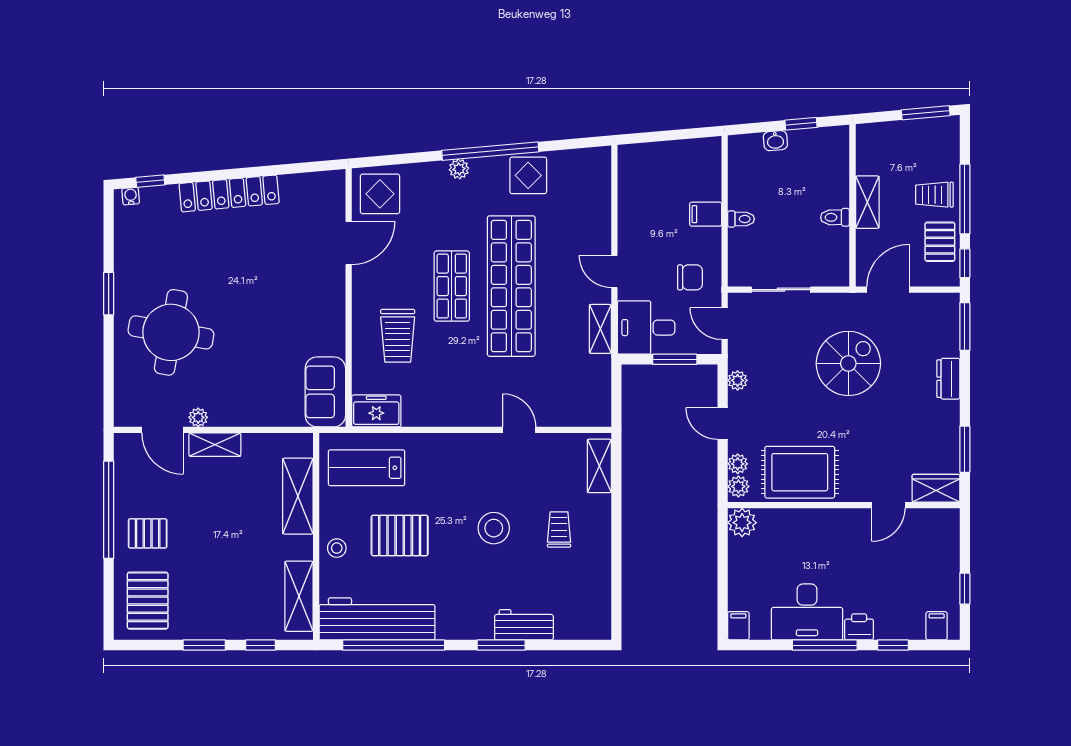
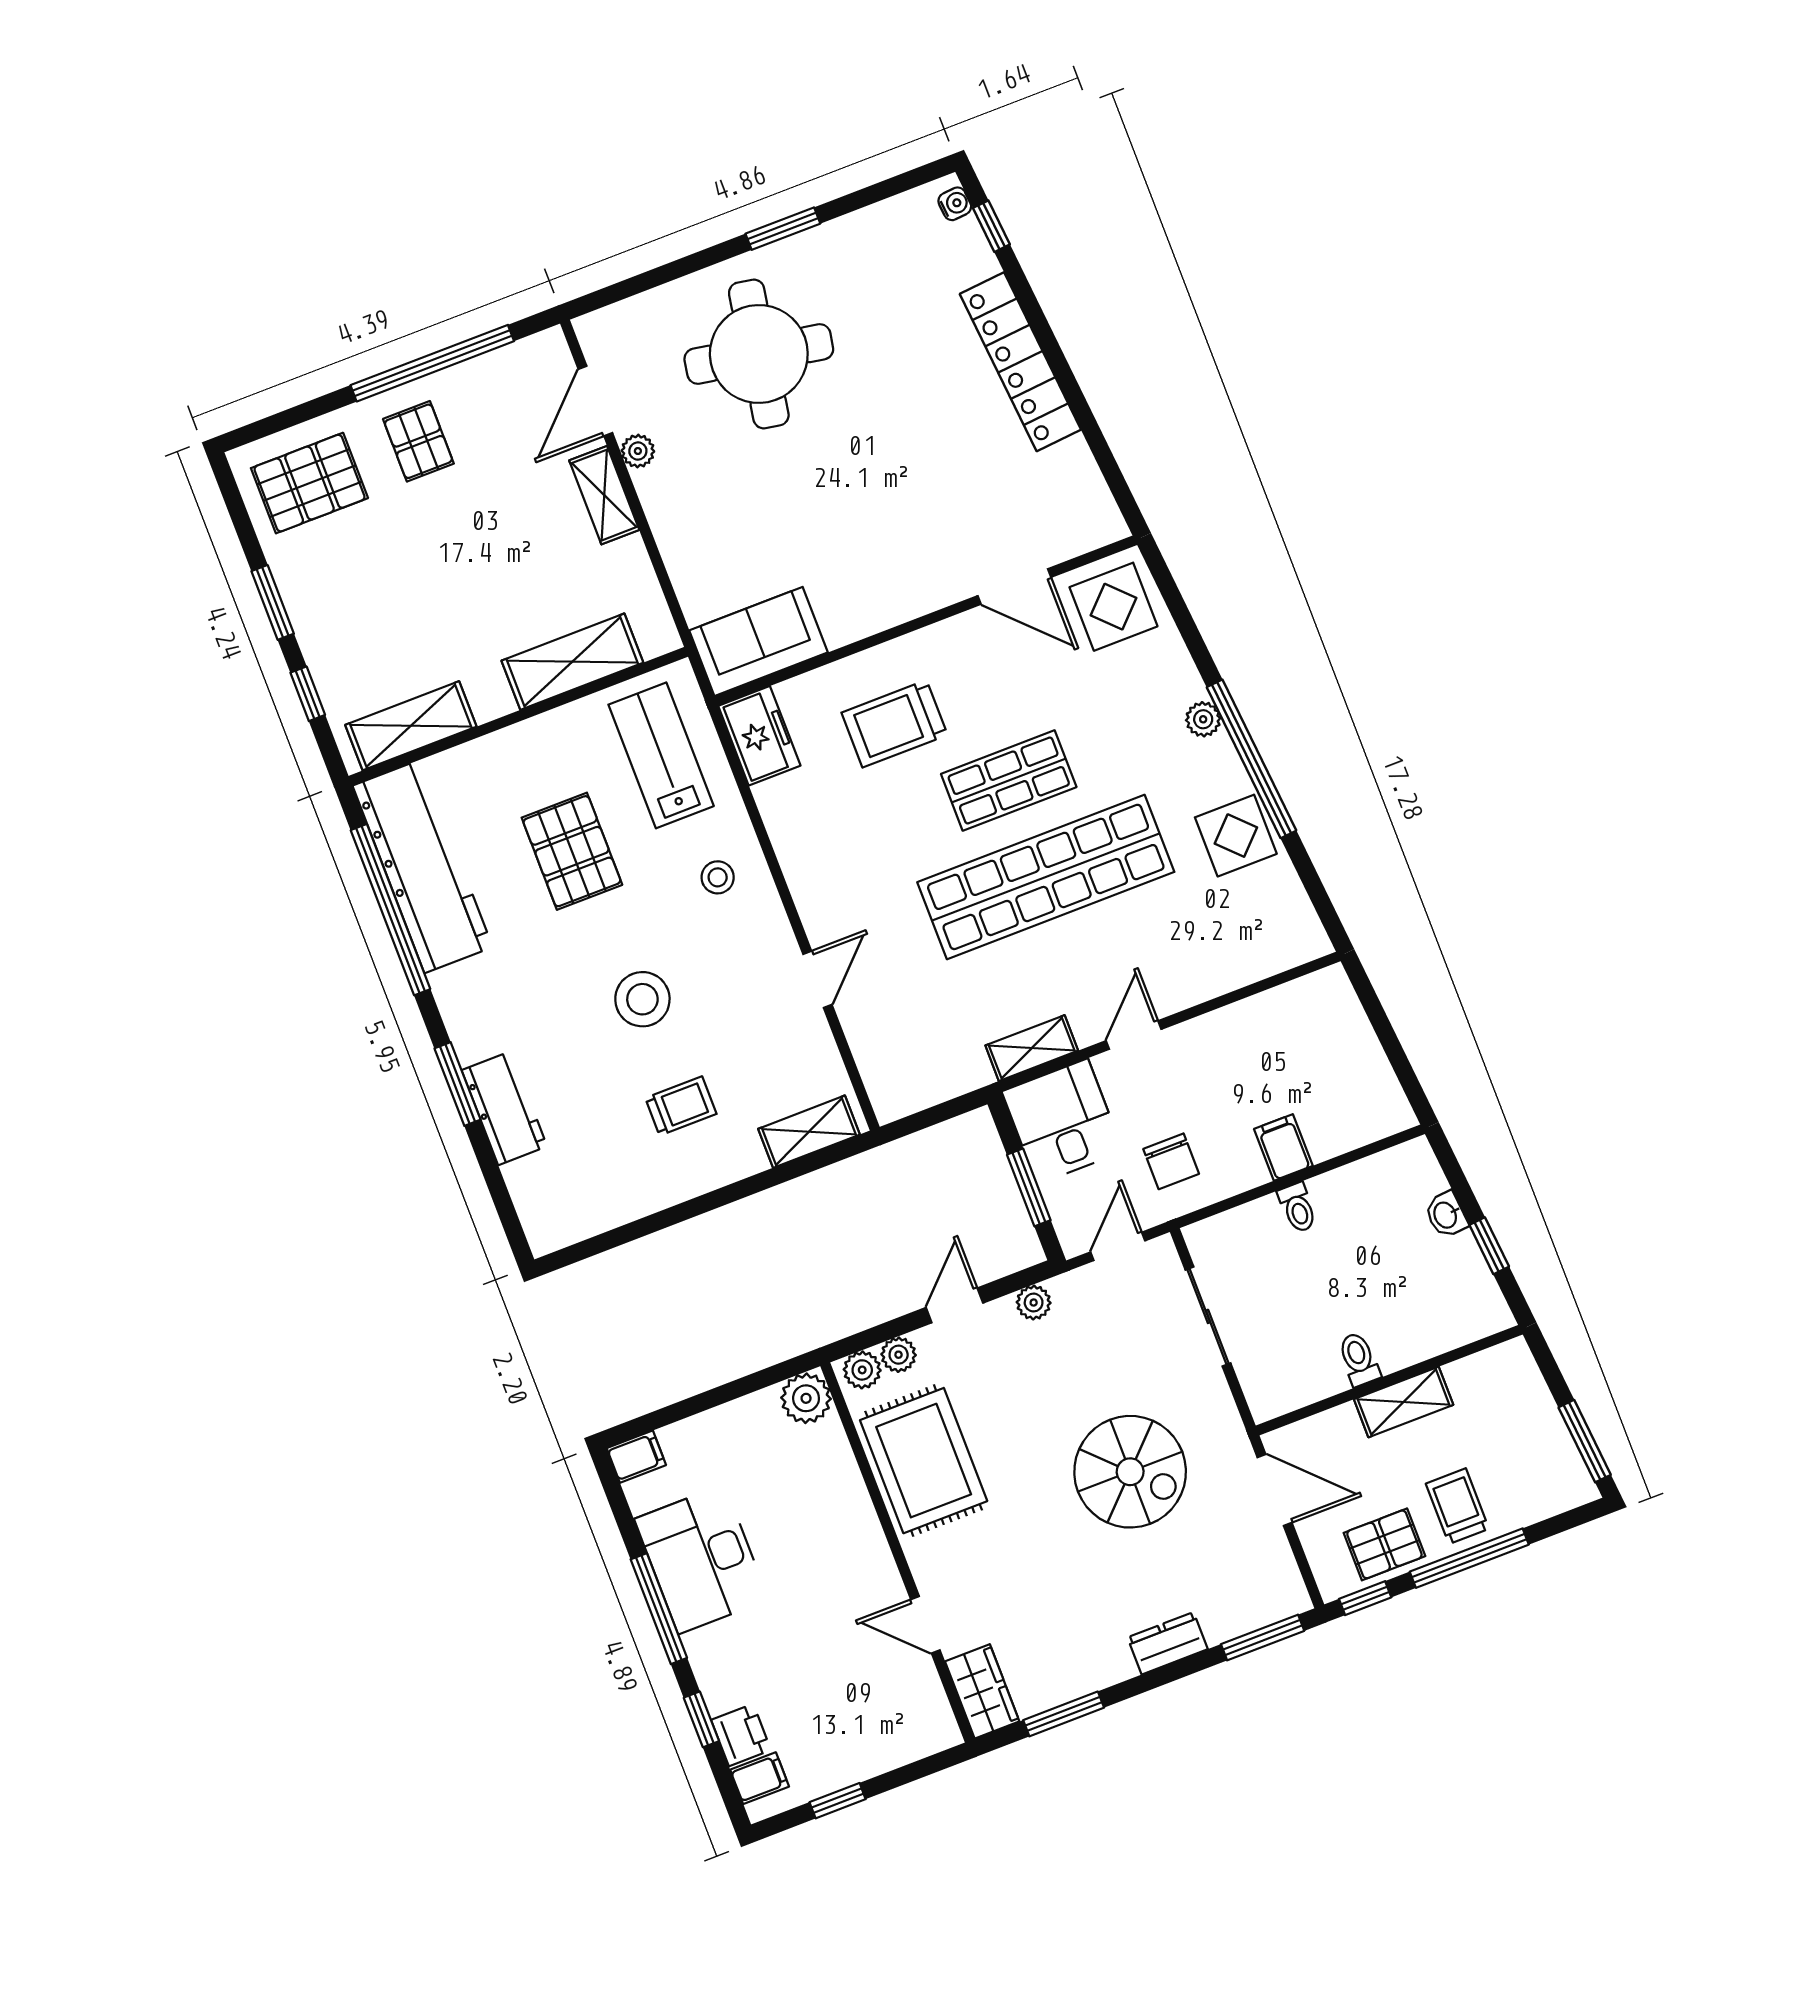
stool: (337, 548) -> (718, 877), moved
printer: (859, 627) -> (741, 1735), moved

